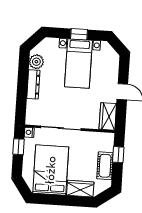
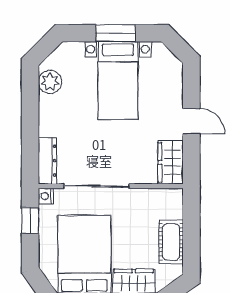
window: (79, 34) -> (116, 33), width x1.50
dresser: (33, 84) -> (48, 161), moved
window: (118, 155) -> (191, 223), removed

